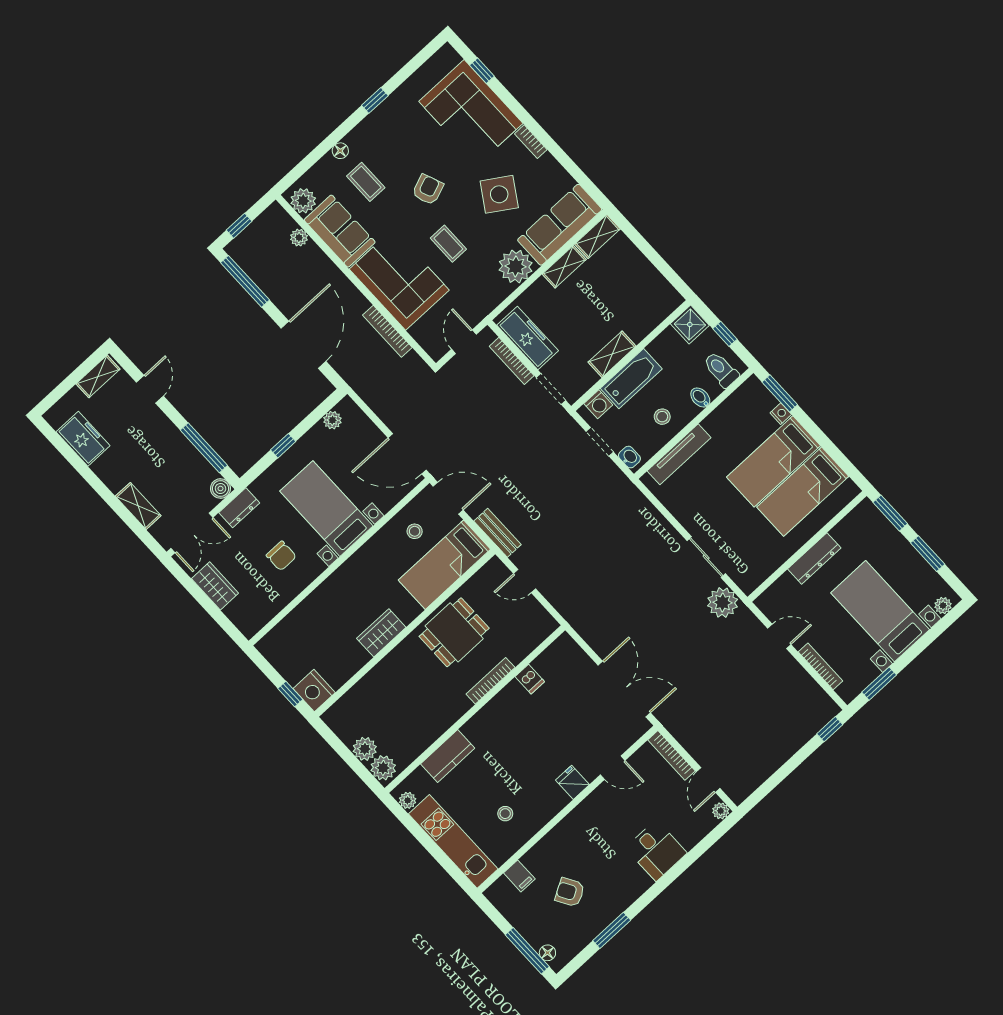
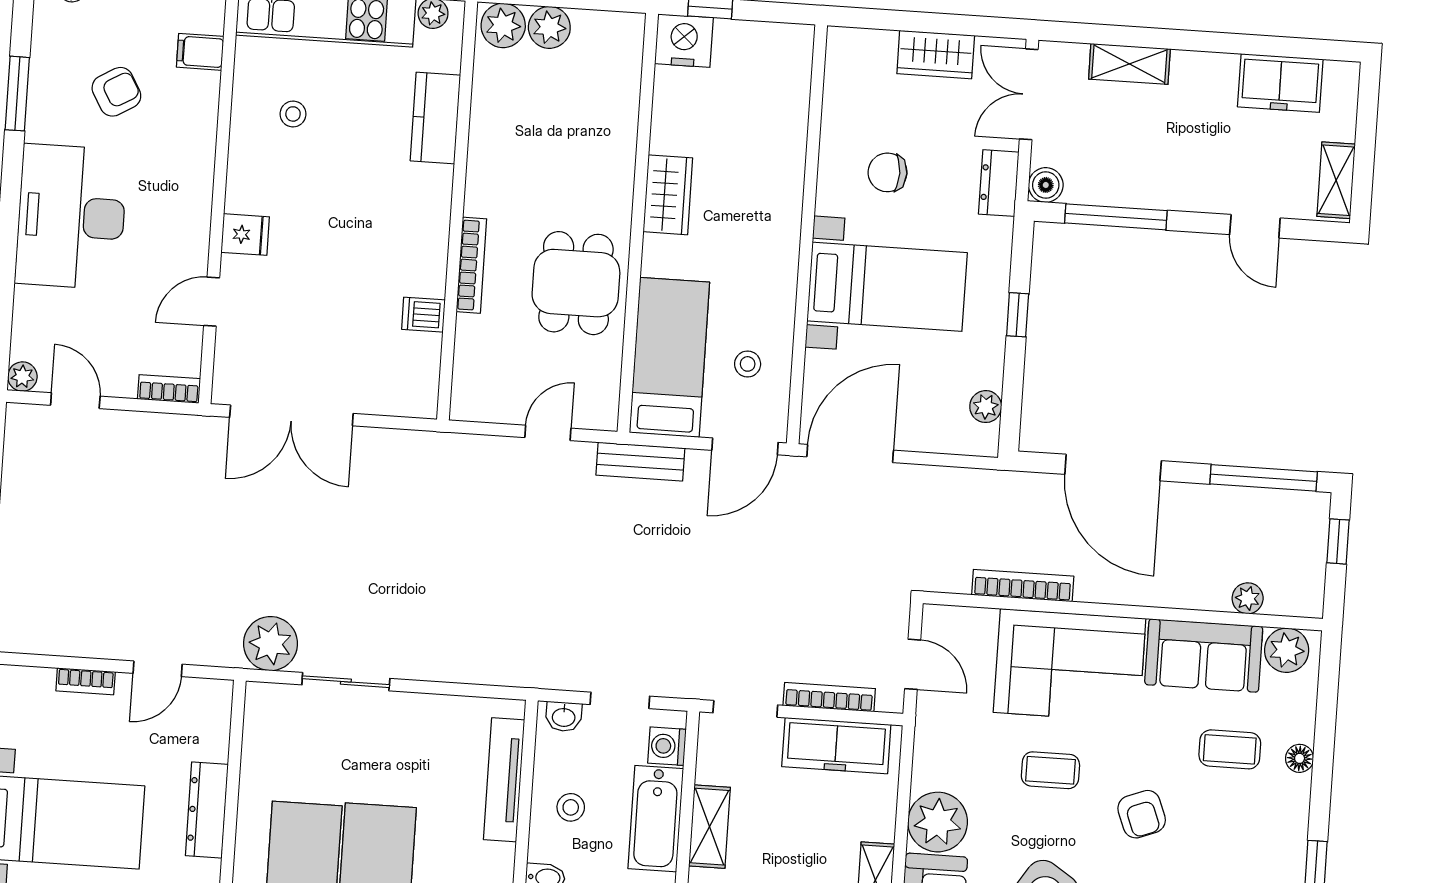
bookcase: (820, 666) -> (86, 681), width x0.64
bookcase: (671, 755) -> (169, 389), width x0.64
desk: (656, 850) -> (71, 217), width x1.87, depth x1.30

